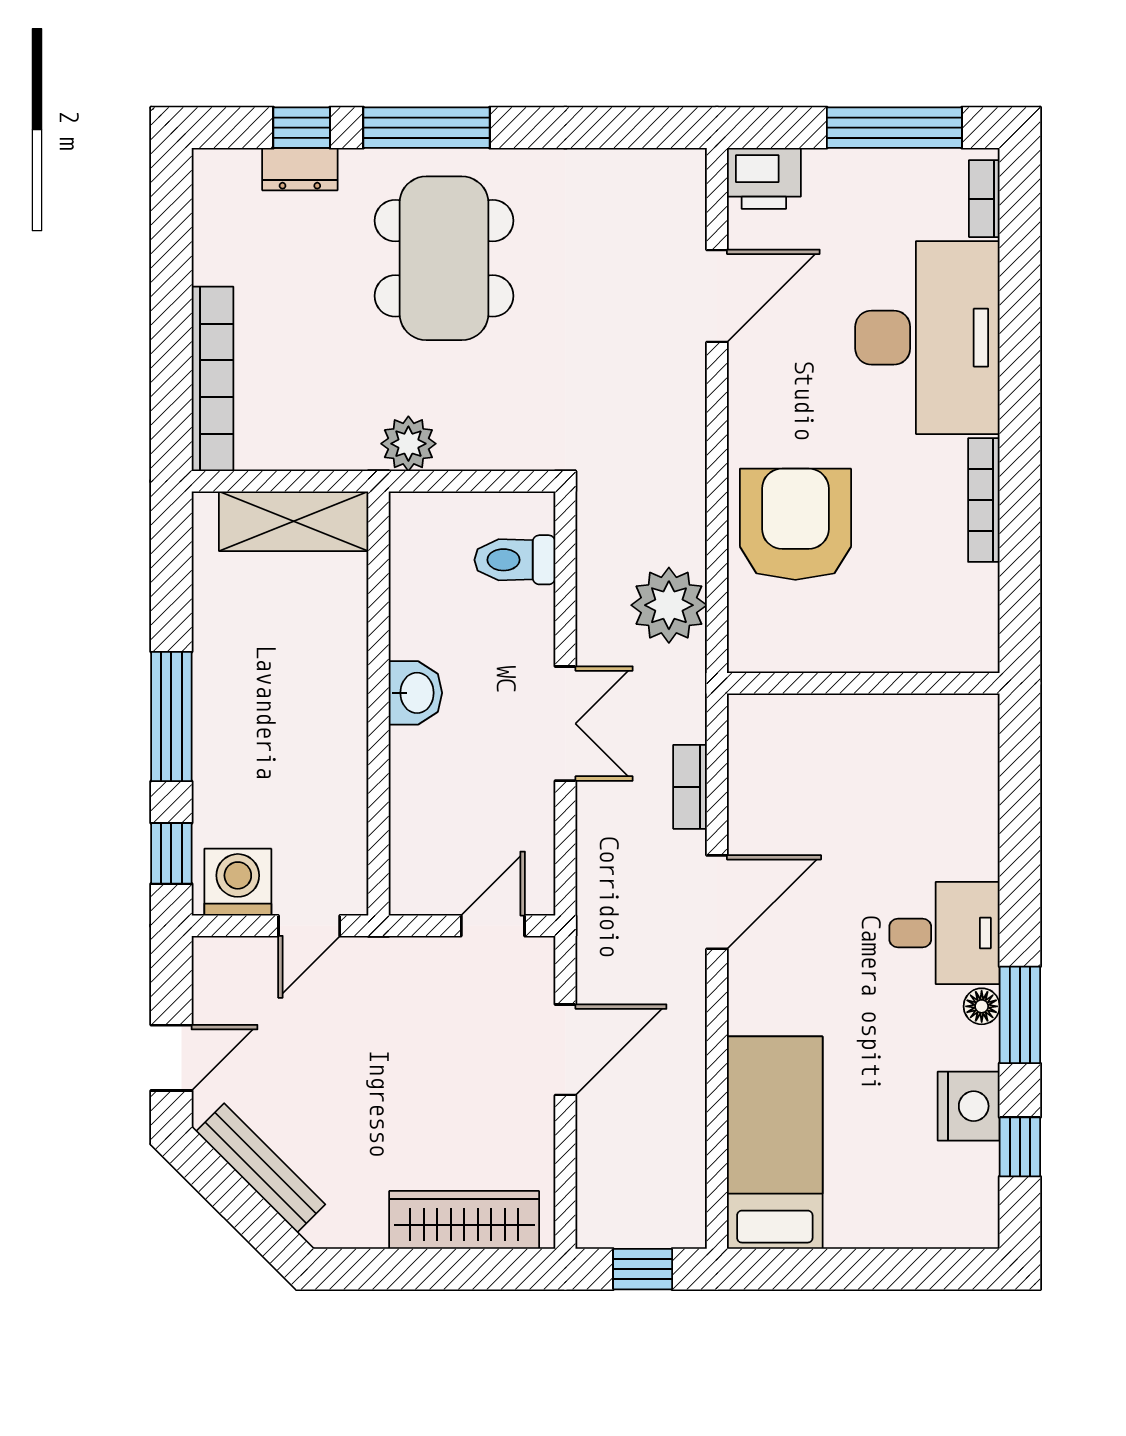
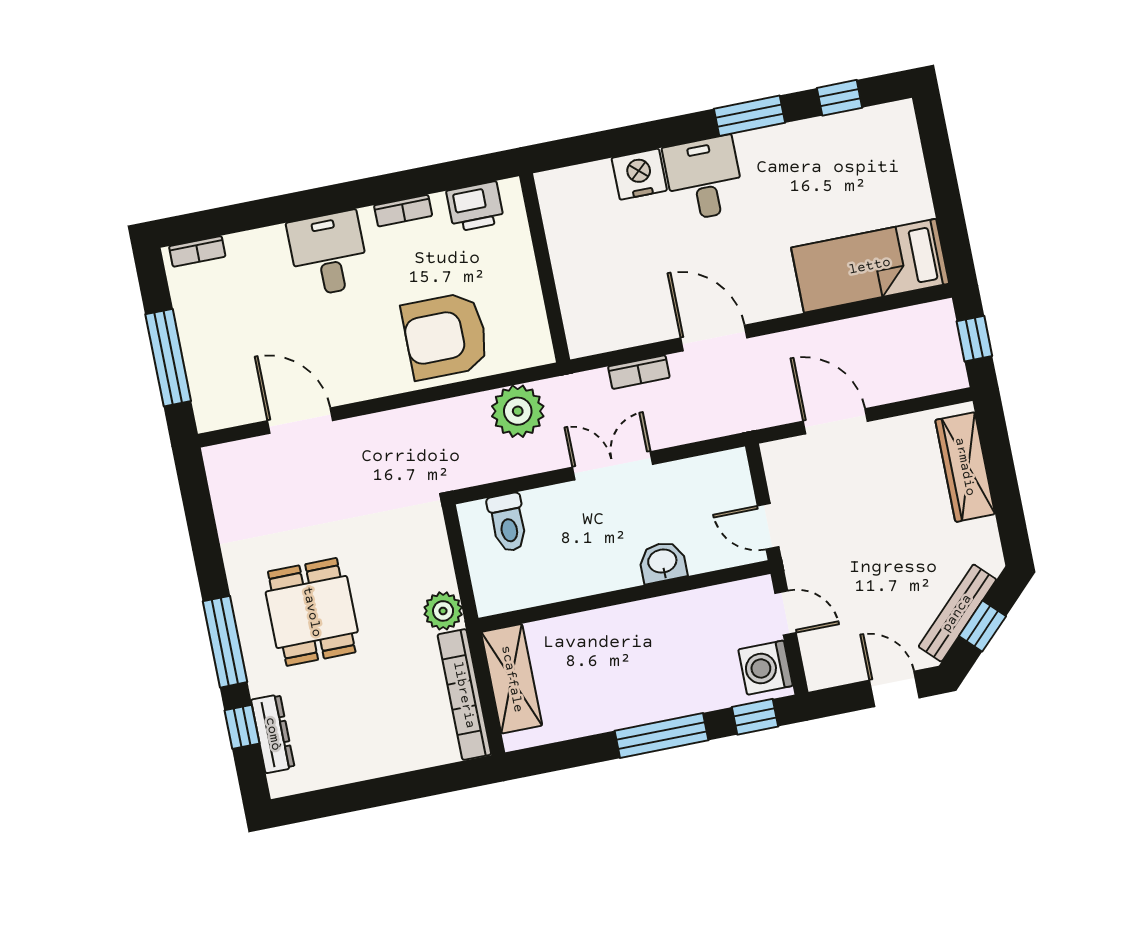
window: (894, 128) -> (168, 358), moved
dresser: (300, 169) -> (273, 734), width x1.44
printer: (764, 178) -> (475, 207), moved, turned 90
dining table: (444, 258) -> (312, 612), width x0.73
desk: (927, 338) -> (328, 254), width x0.53, depth x0.77
bookcase: (213, 379) -> (464, 695), moved, turned -90
bookcase: (984, 500) -> (403, 211), width x0.64
washbasin: (415, 693) -> (663, 562), moved
door: (493, 926) -> (768, 526), moved
floor lamp: (982, 1006) -> (749, 143), removed
nightstand: (969, 1106) -> (639, 174), moved
window: (235, 1199) -> (982, 626), added

